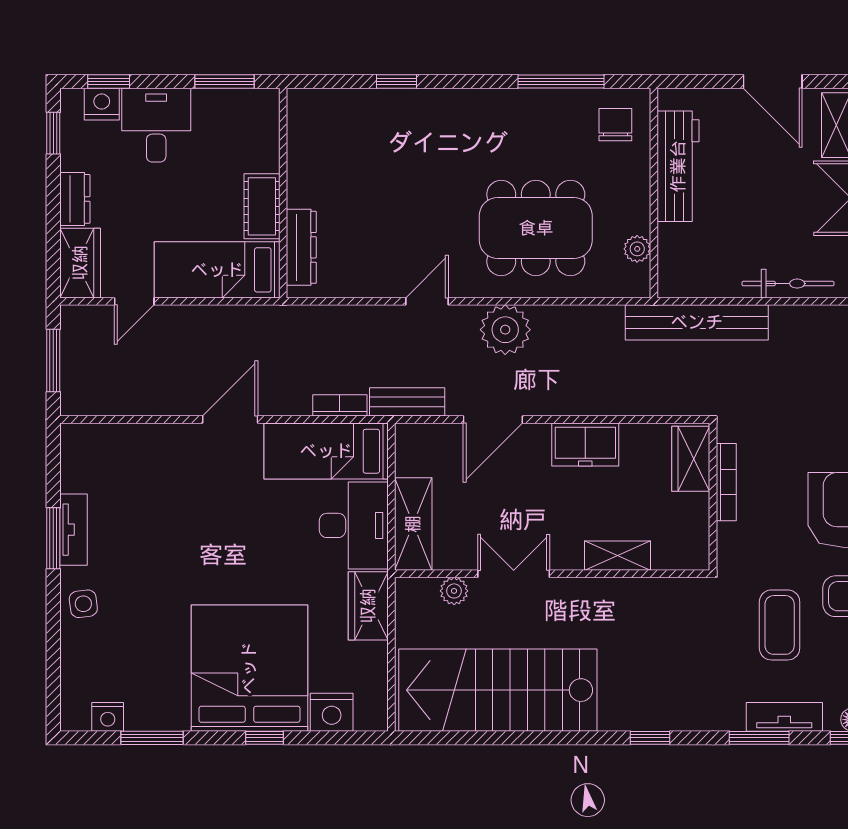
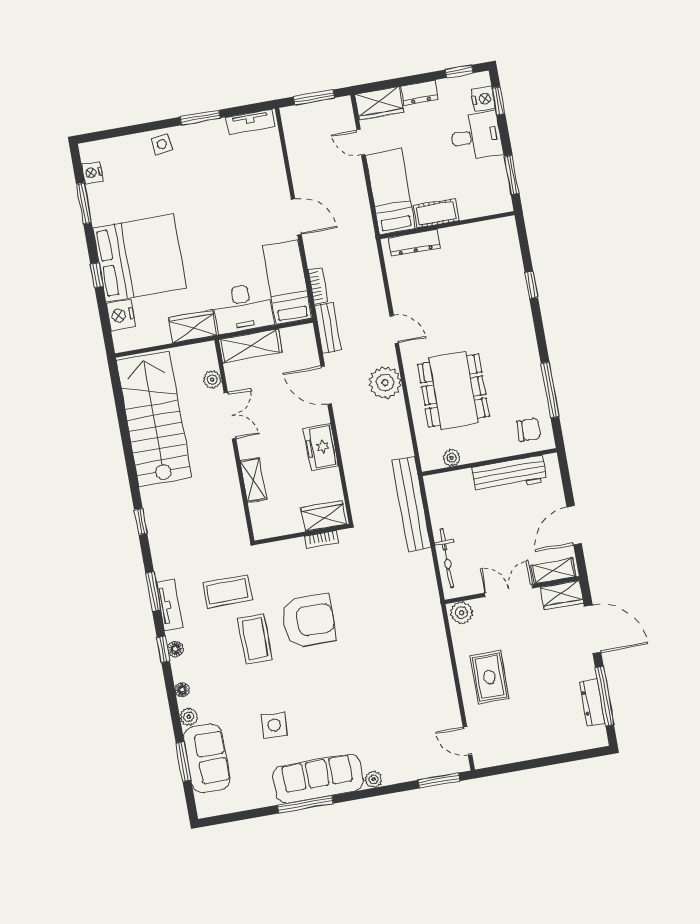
bookcase: (726, 482) -> (322, 540), width x0.64
tv unit: (73, 530) -> (250, 122), moved

